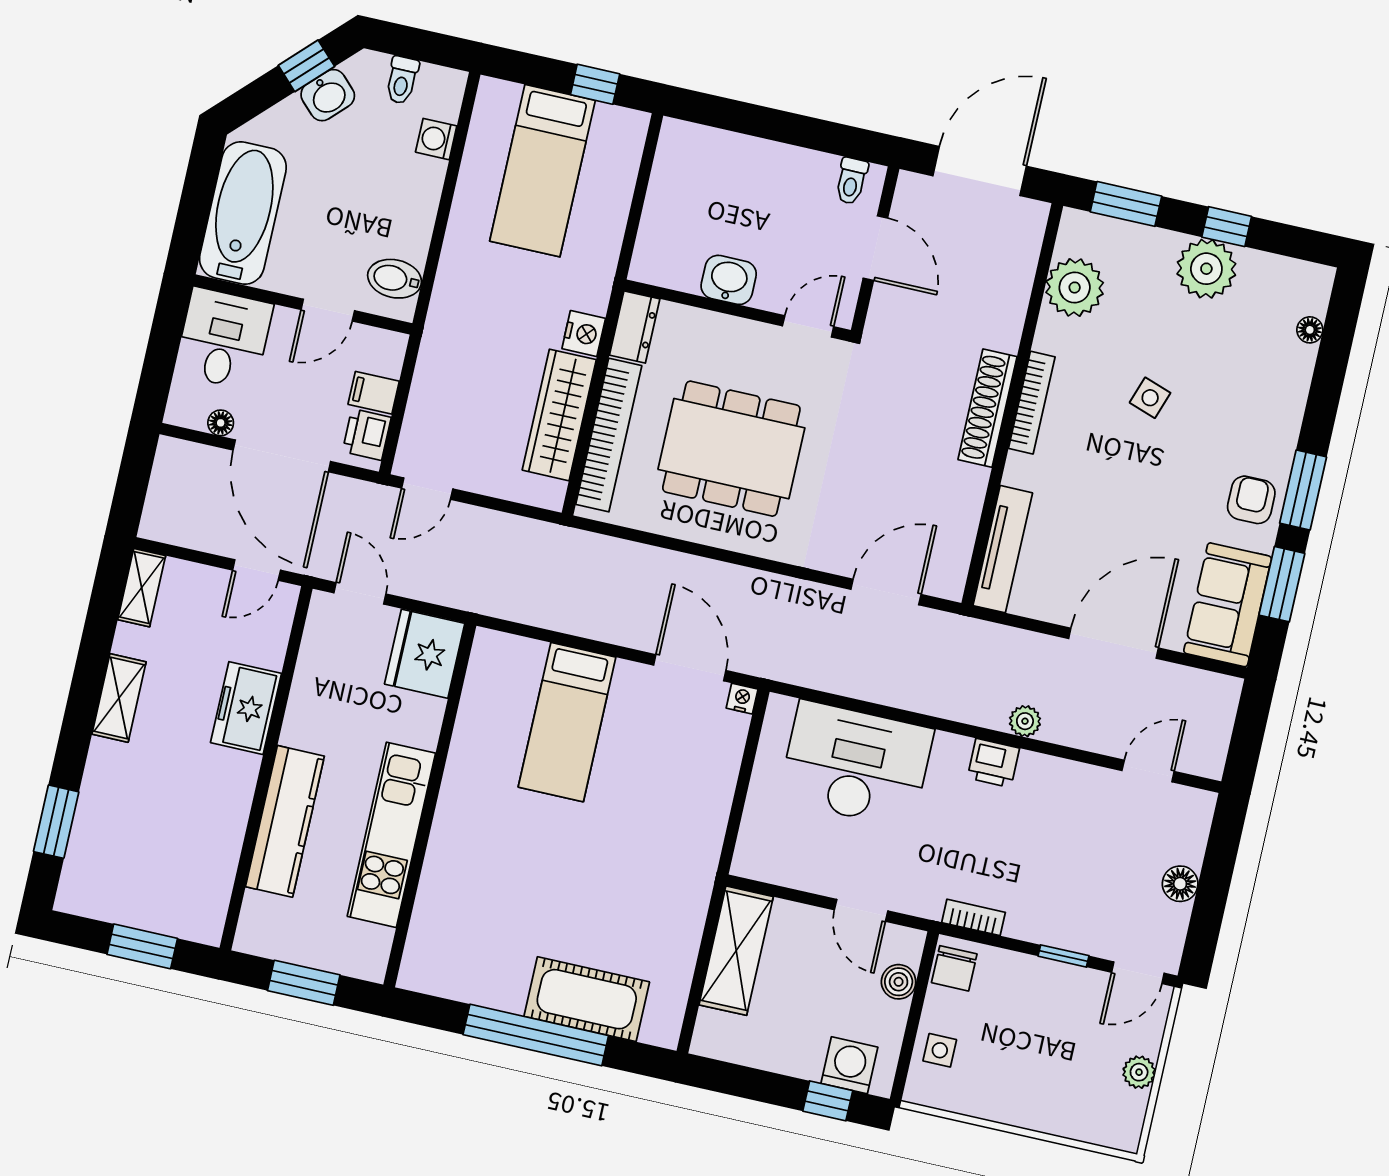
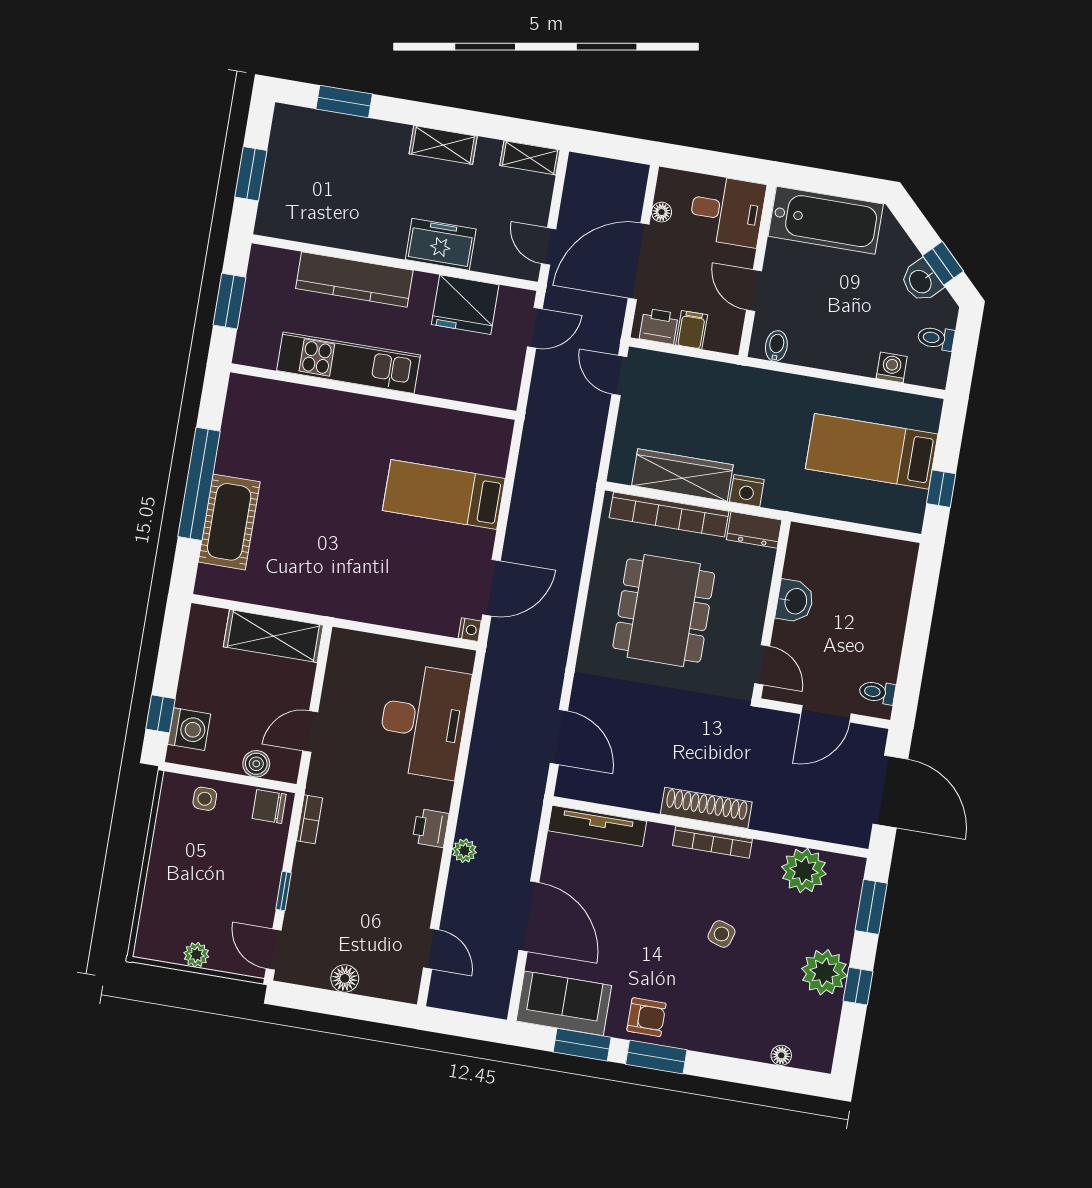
bidet: (395, 279) -> (776, 346), width x0.72, depth x0.74
fridge: (425, 654) -> (465, 305), moved, turned 180

